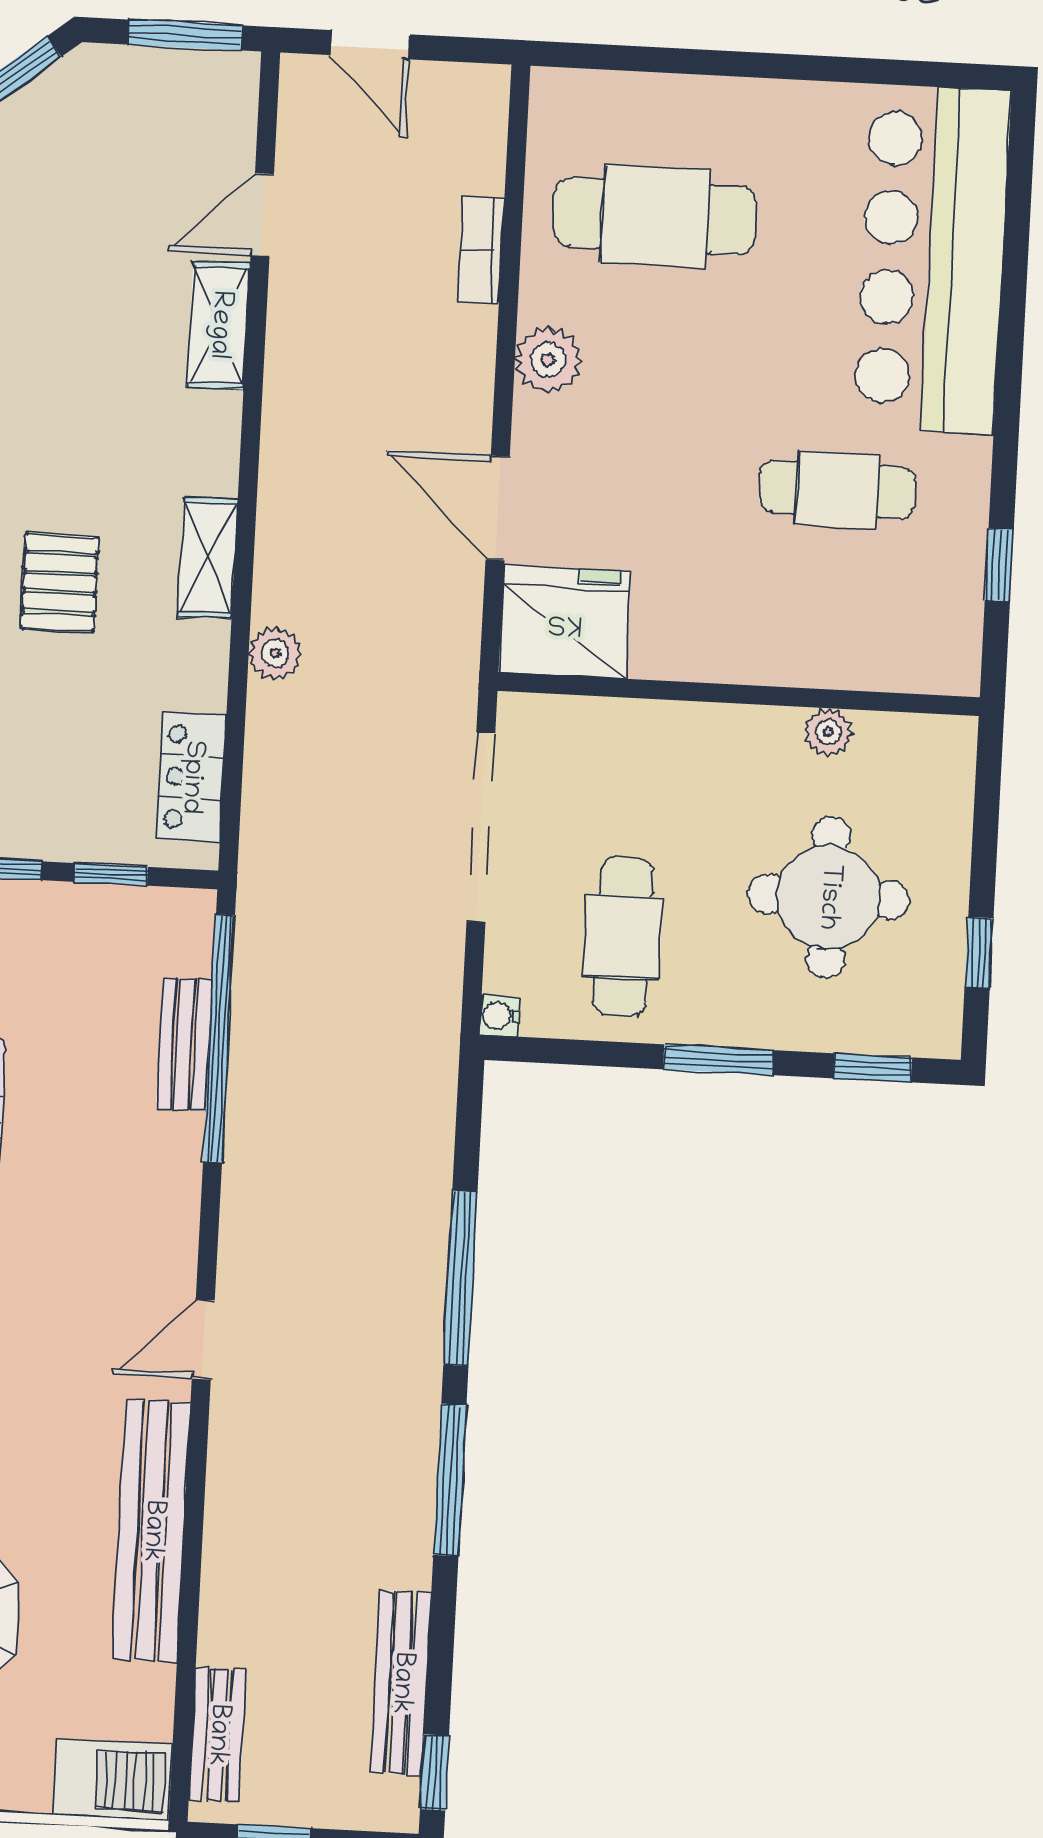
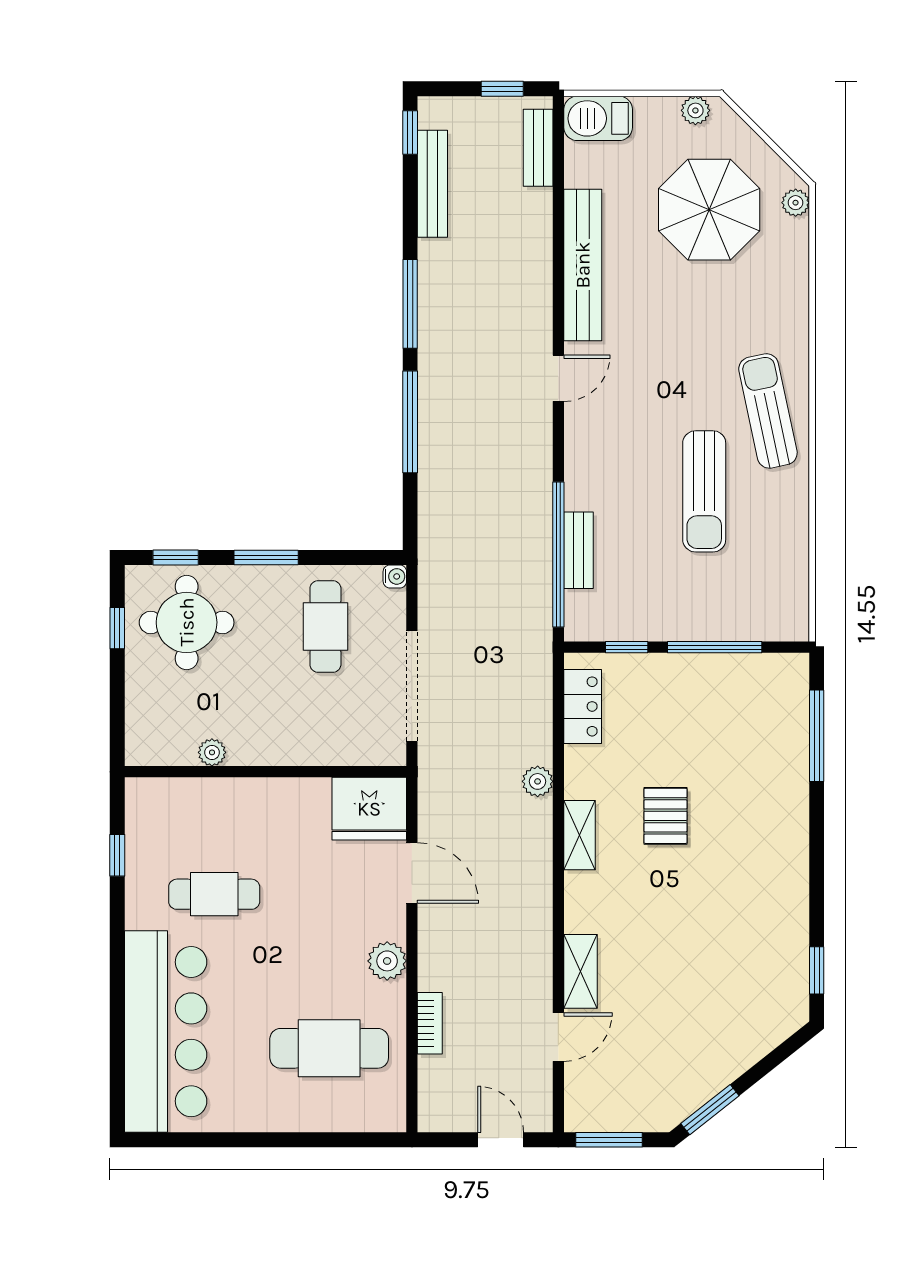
round table: (828, 897) -> (187, 622), moved

